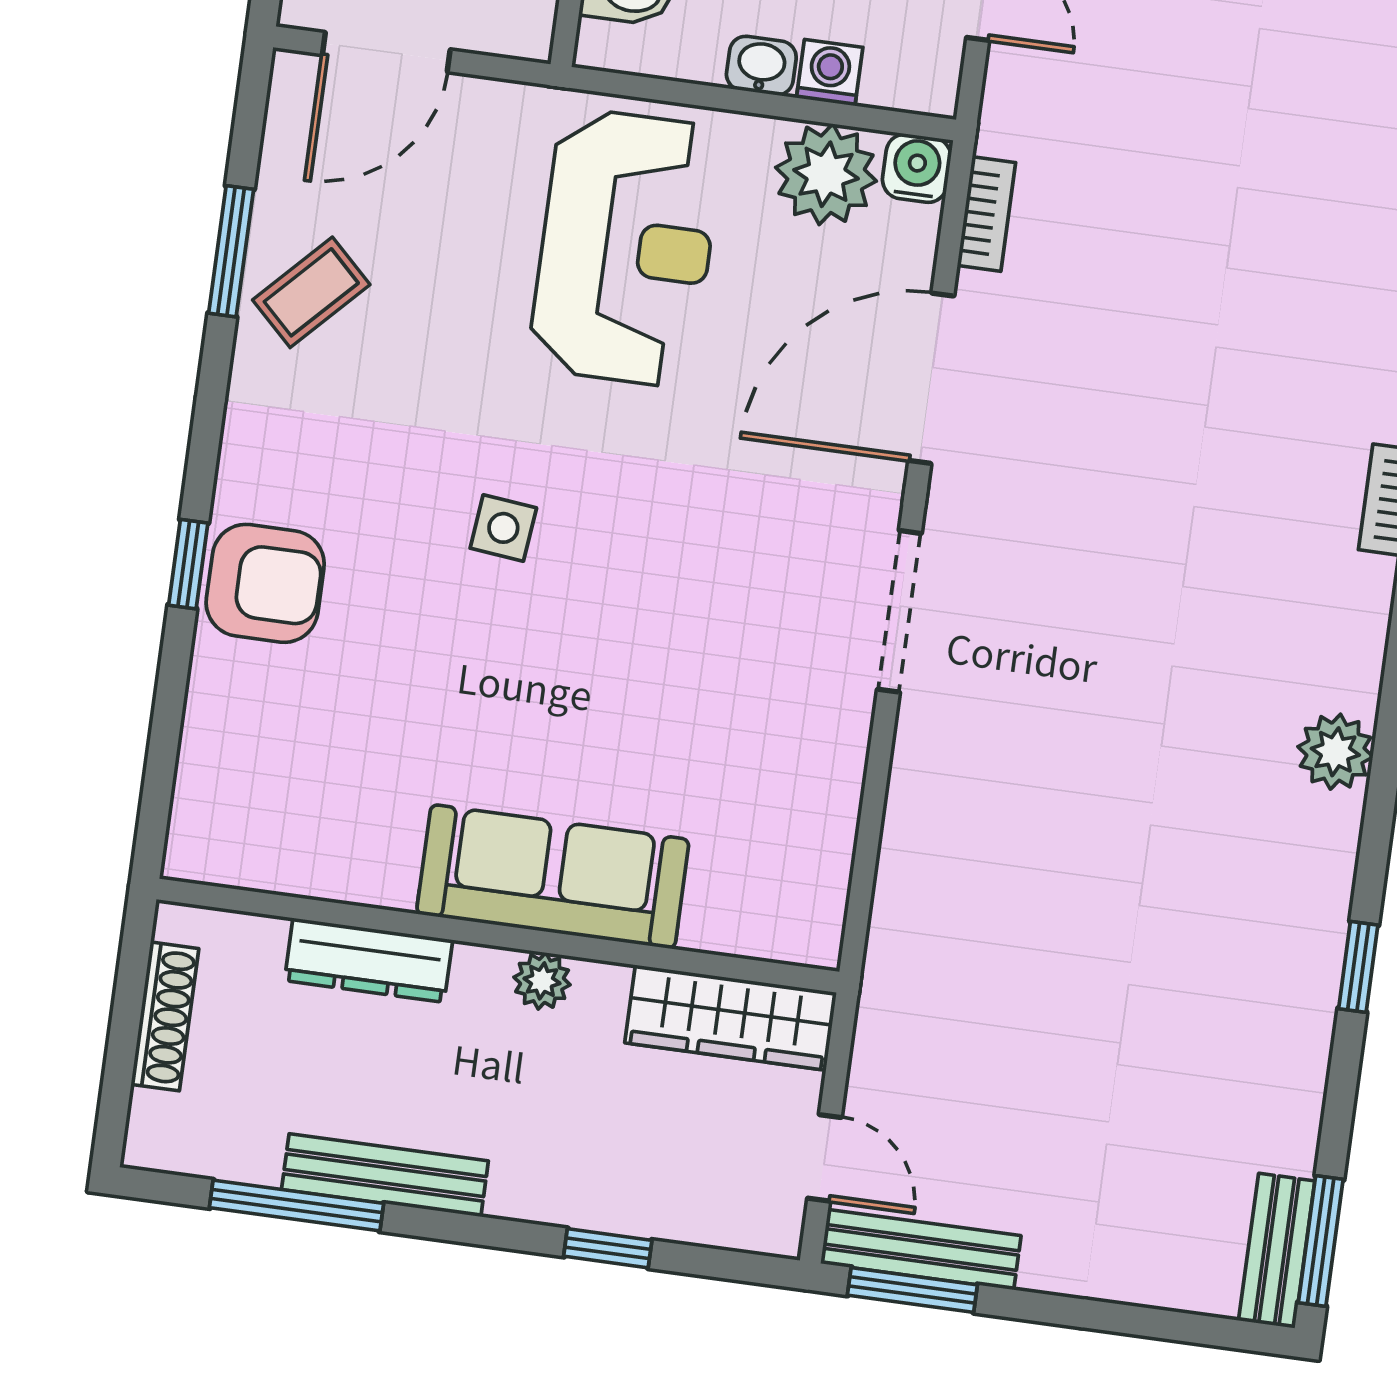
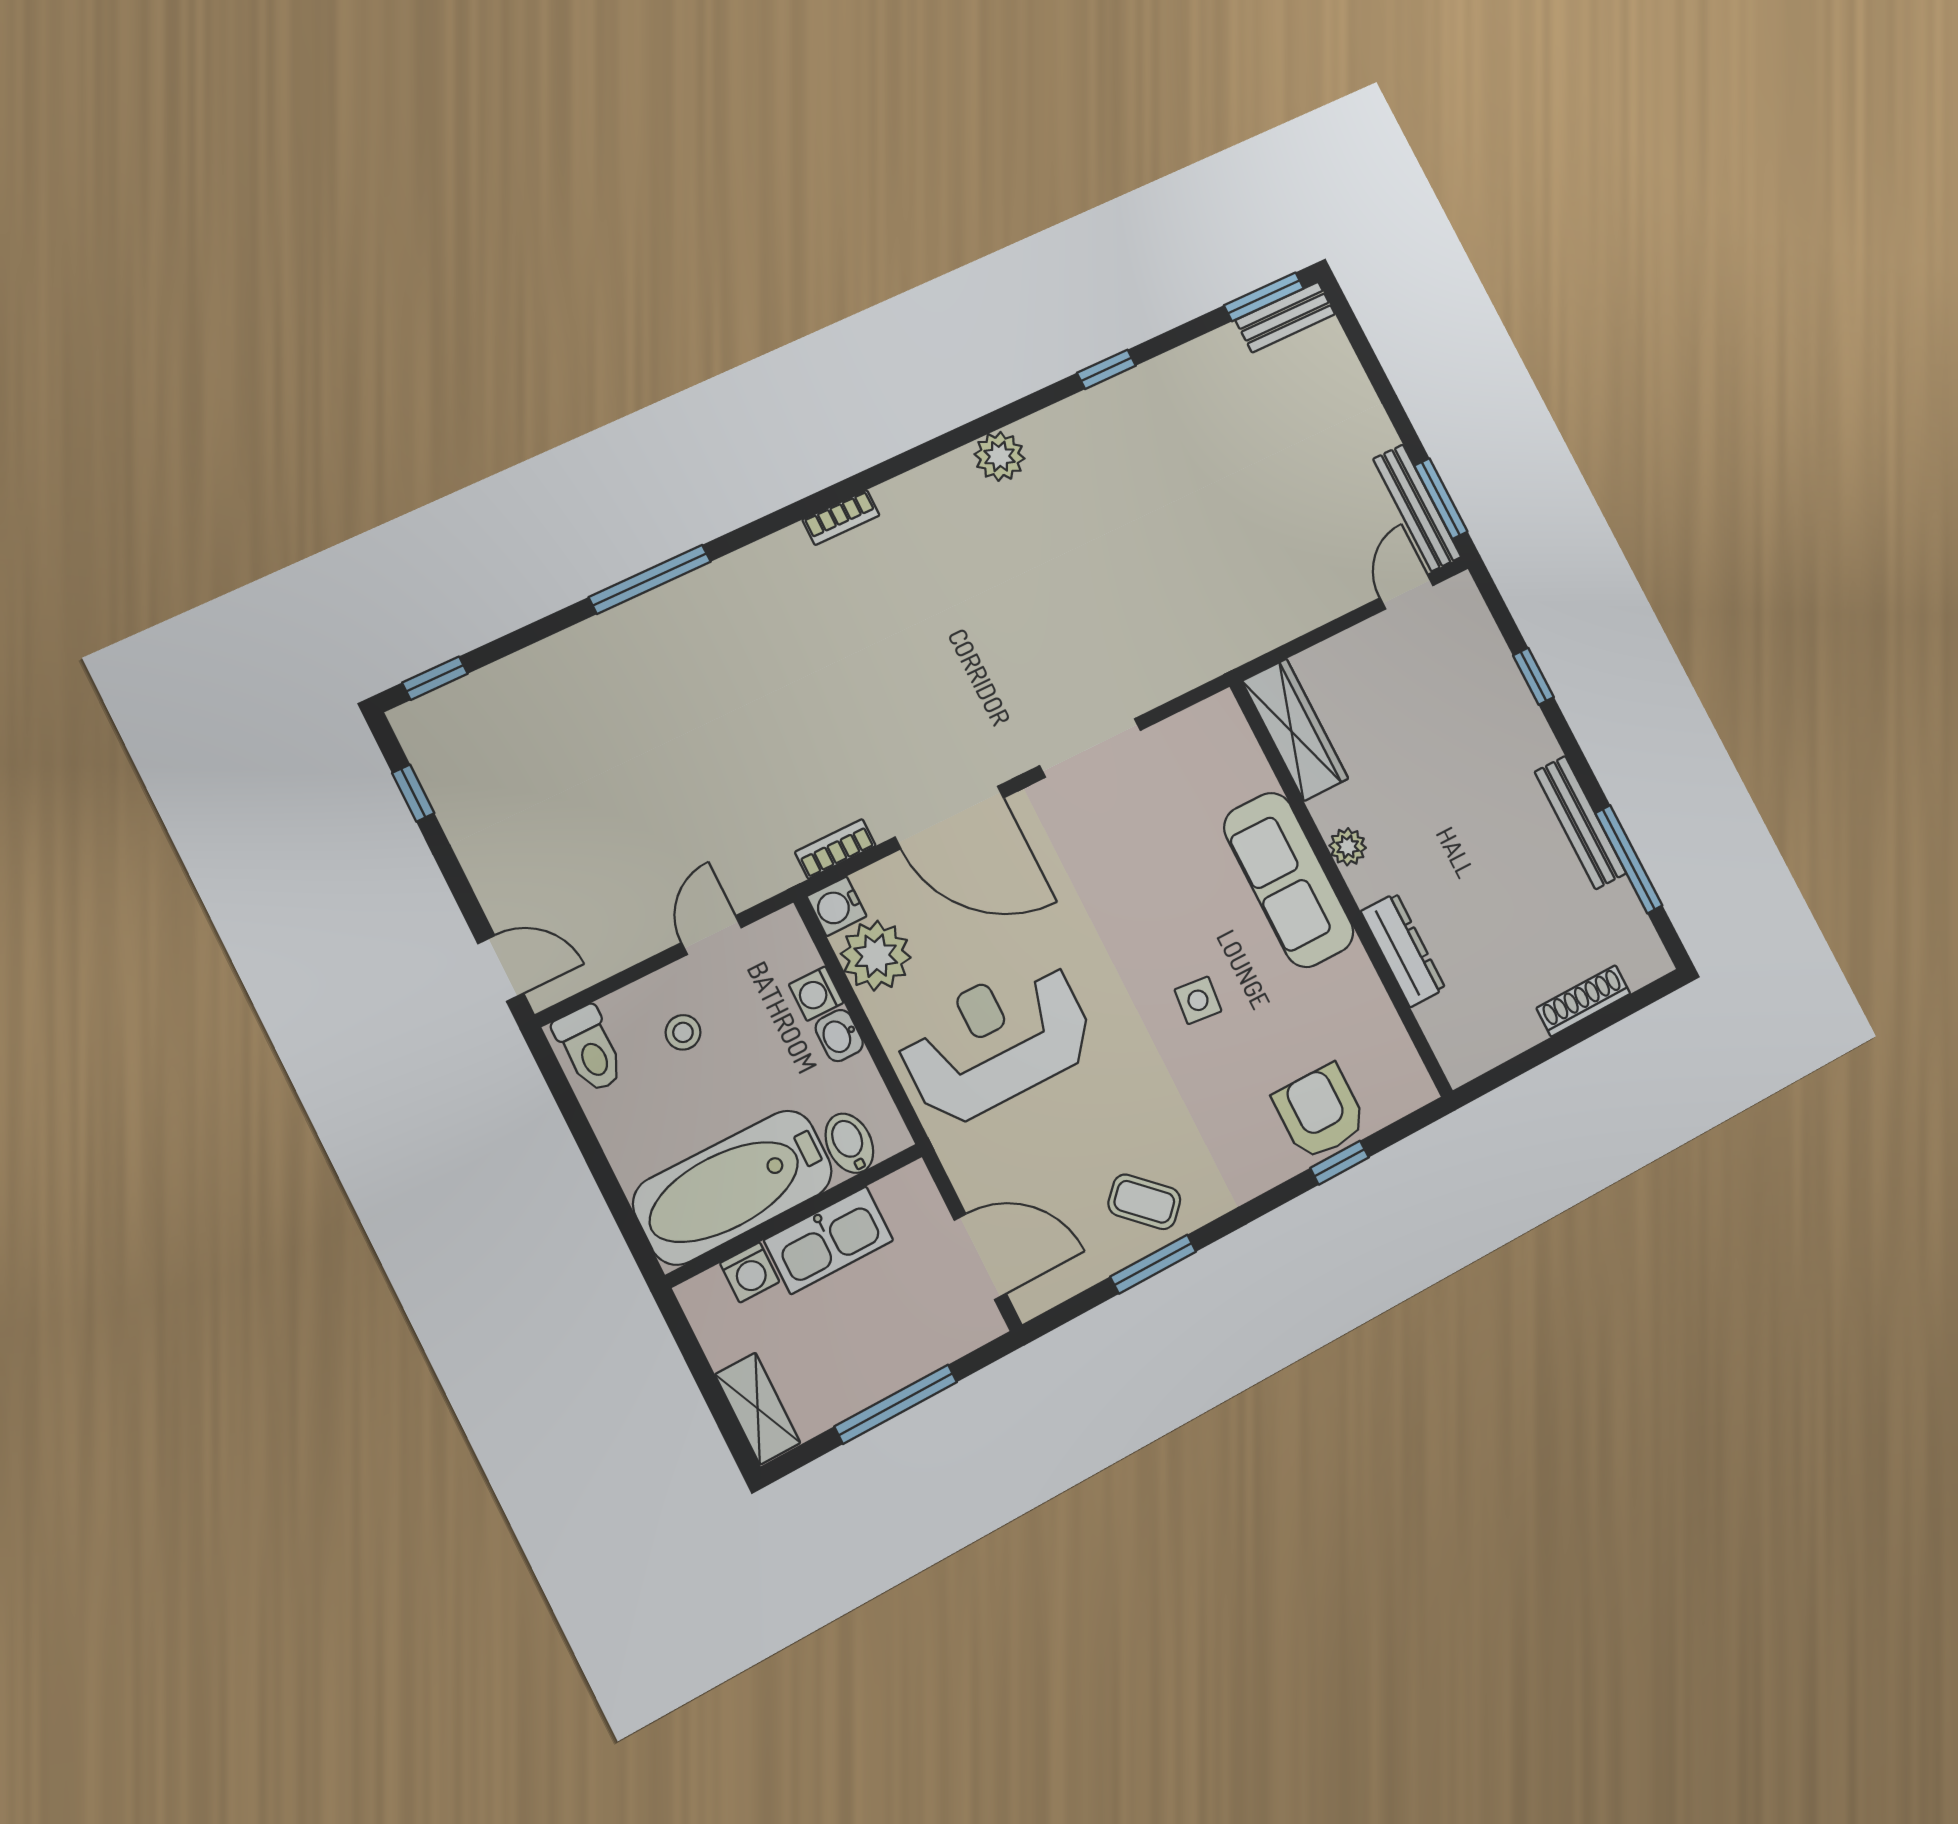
sofa: (553, 877) -> (1289, 880), moved
wall: (498, 936) -> (1341, 888), moved
dresser: (369, 960) -> (1403, 950), moved
plant: (542, 981) -> (1348, 847), moved
wardrobe: (731, 1018) -> (1295, 730), moved

